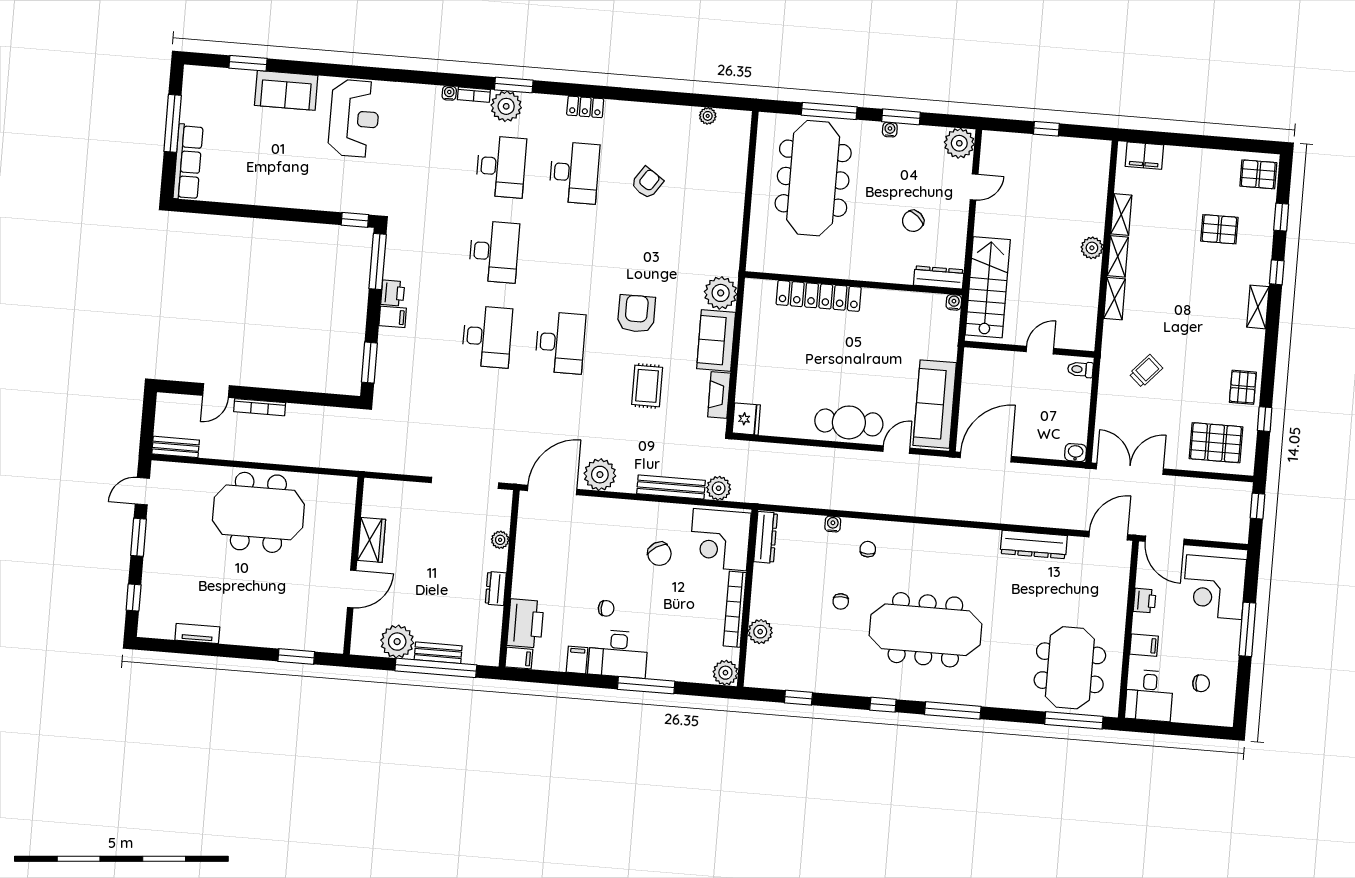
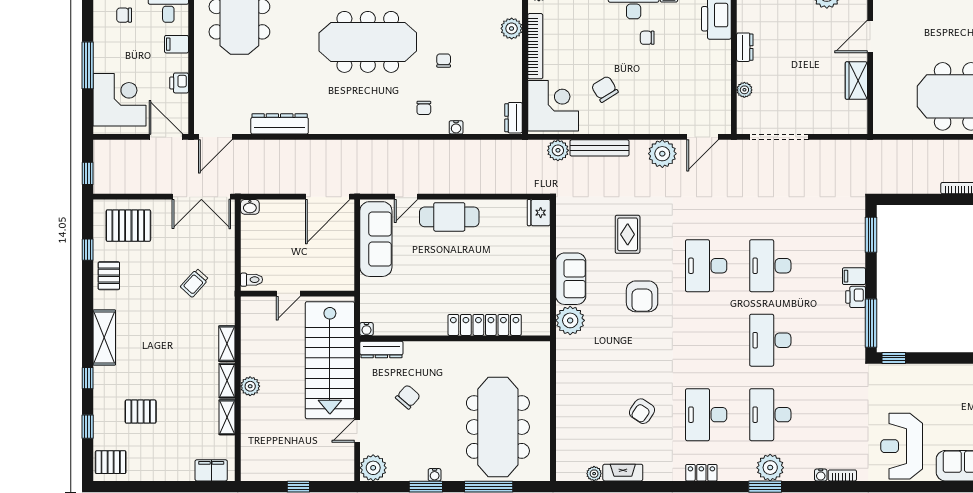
bookcase: (474, 95) -> (842, 475), moved
stairs: (988, 287) -> (330, 360), width x1.36, depth x1.51
shelving: (1258, 307) -> (104, 337), width x1.50, depth x1.33
fireplace: (719, 395) -> (623, 473), moved, turned -90
door: (552, 490) -> (703, 137), width x0.73
dresser: (766, 537) -> (514, 118), width x0.70

